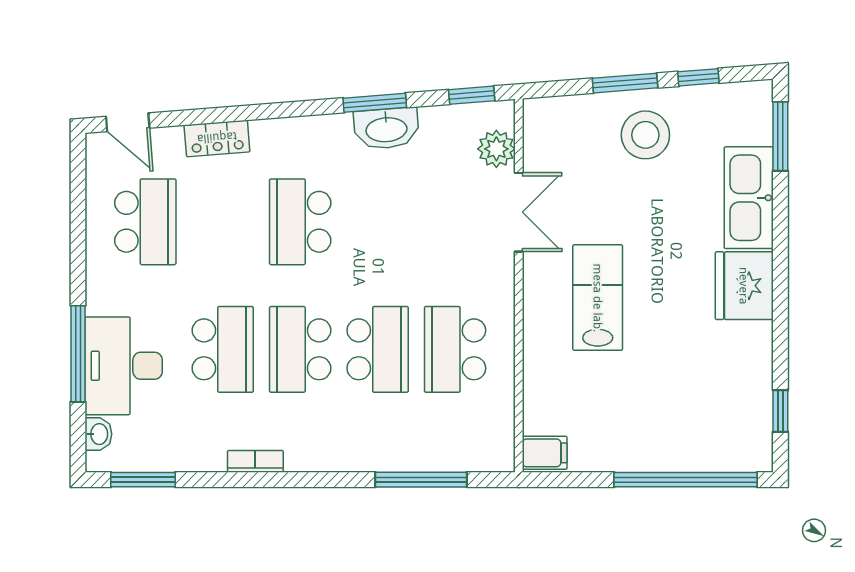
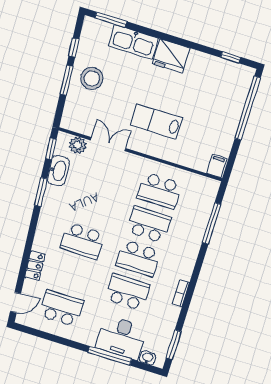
washbasin: (386, 129) -> (58, 171), moved

